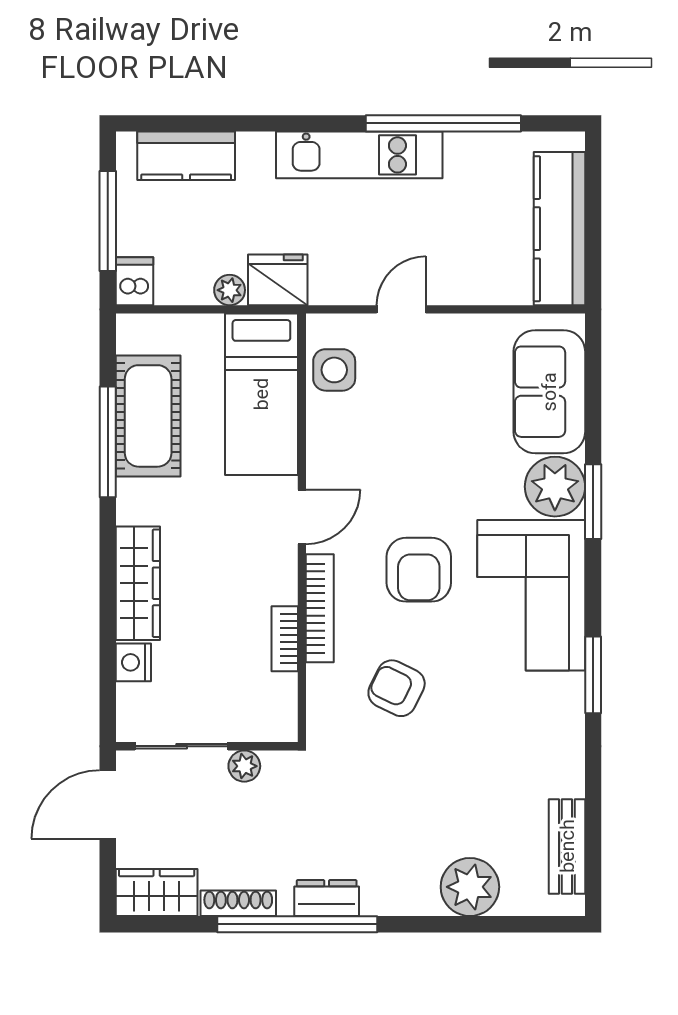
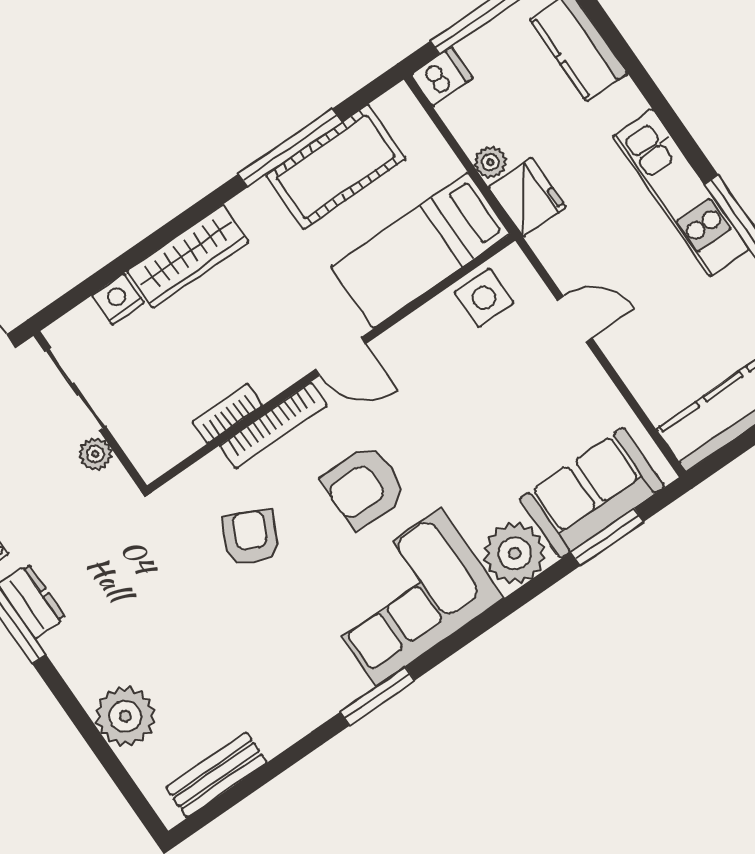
window: (593, 502) -> (607, 537), moved

